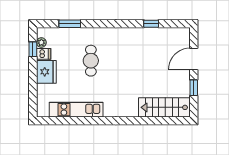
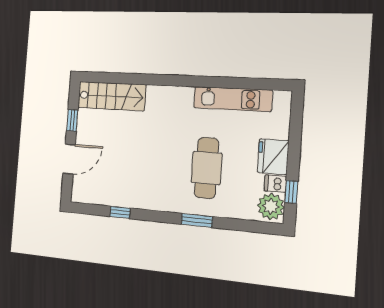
window: (70, 24) -> (197, 220), moved
plant: (41, 42) -> (271, 206), width x1.88, depth x1.88
cafe table: (91, 61) -> (207, 168), width x1.37, depth x1.35

